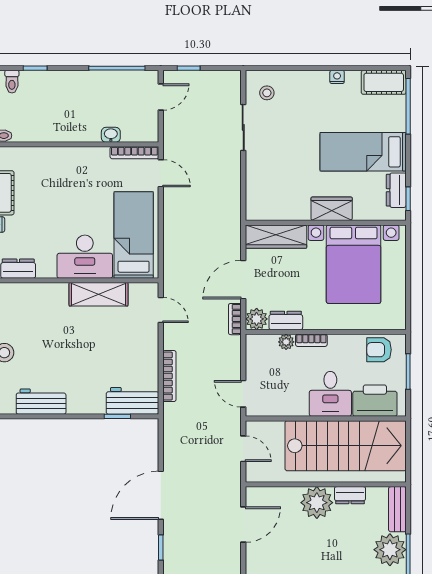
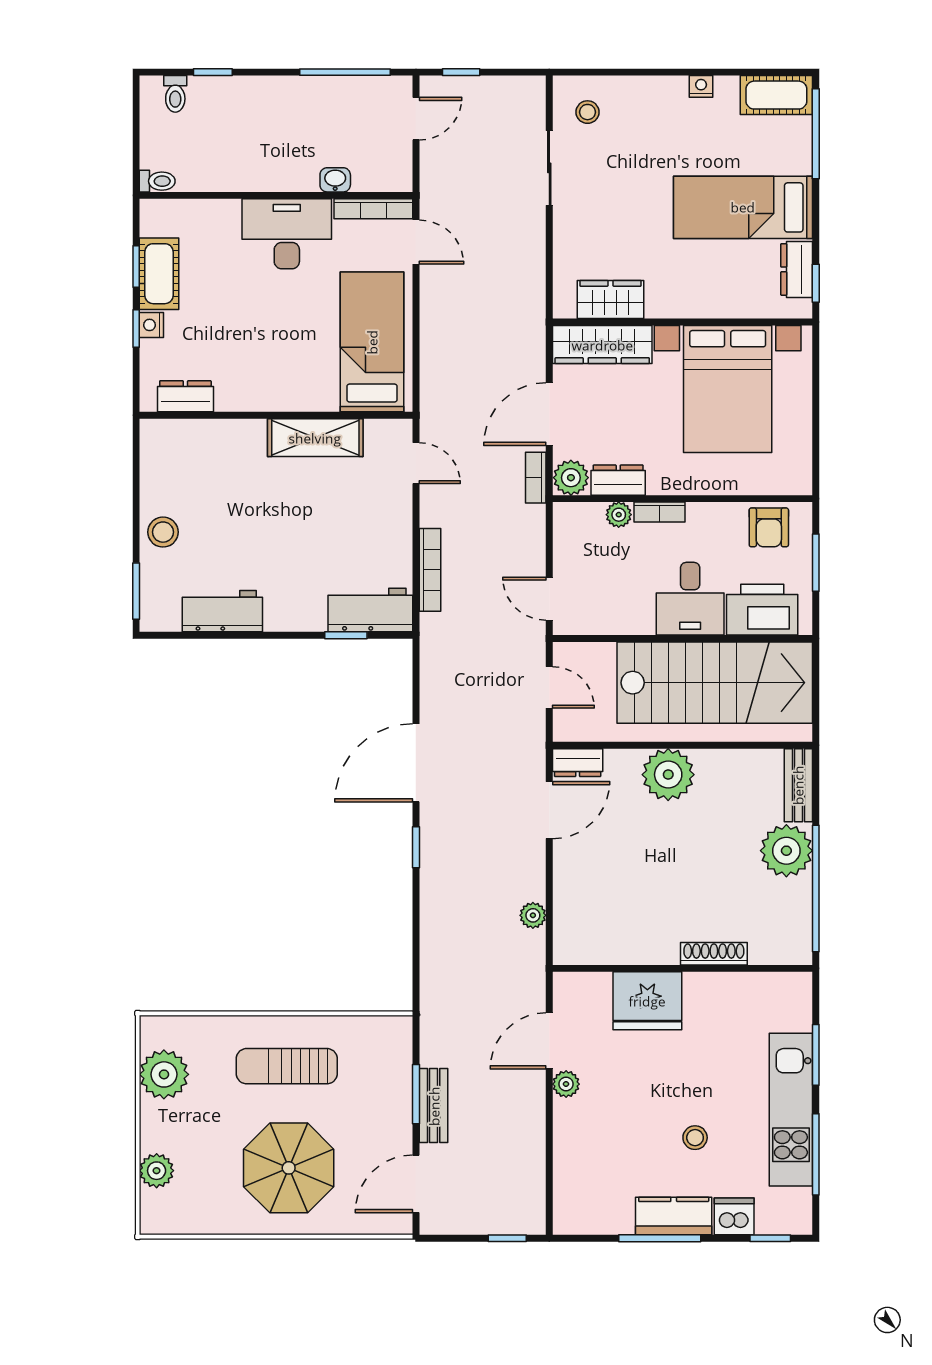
wardrobe: (332, 209) -> (611, 299), moved
desk: (85, 257) -> (287, 234), moved, turned 180
armchair: (379, 350) -> (769, 527), turned -90
dresser: (350, 495) -> (578, 763), moved

